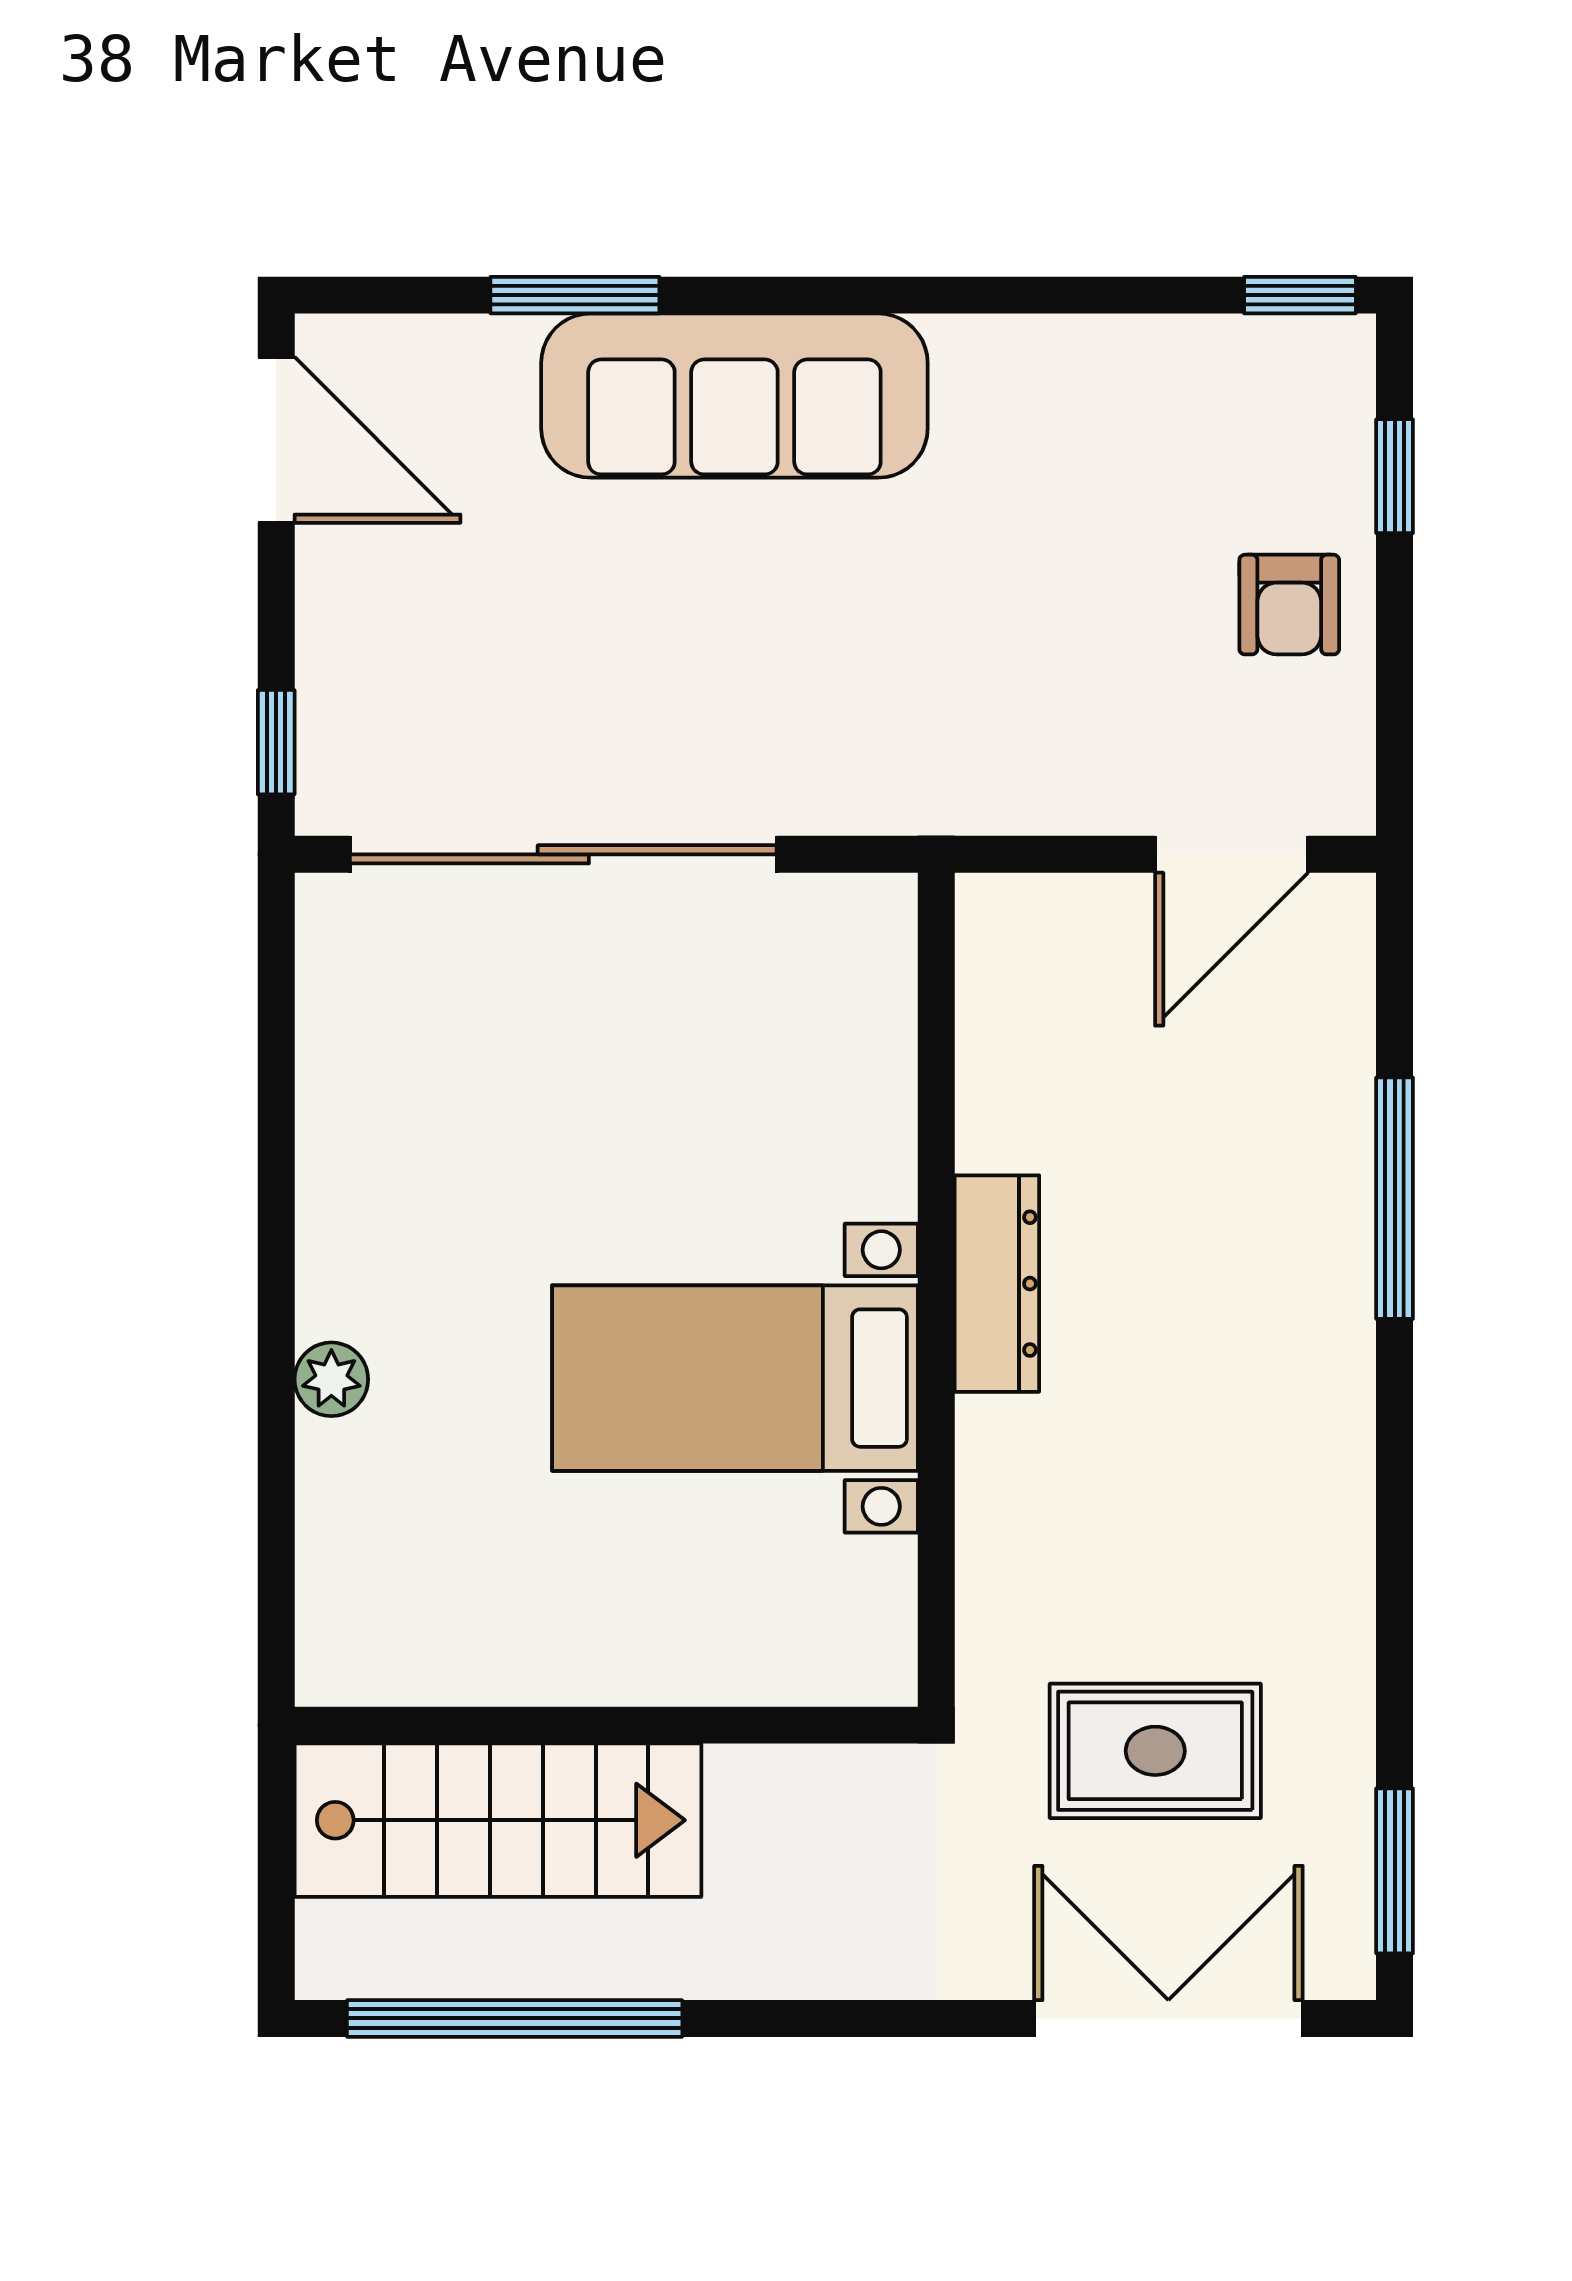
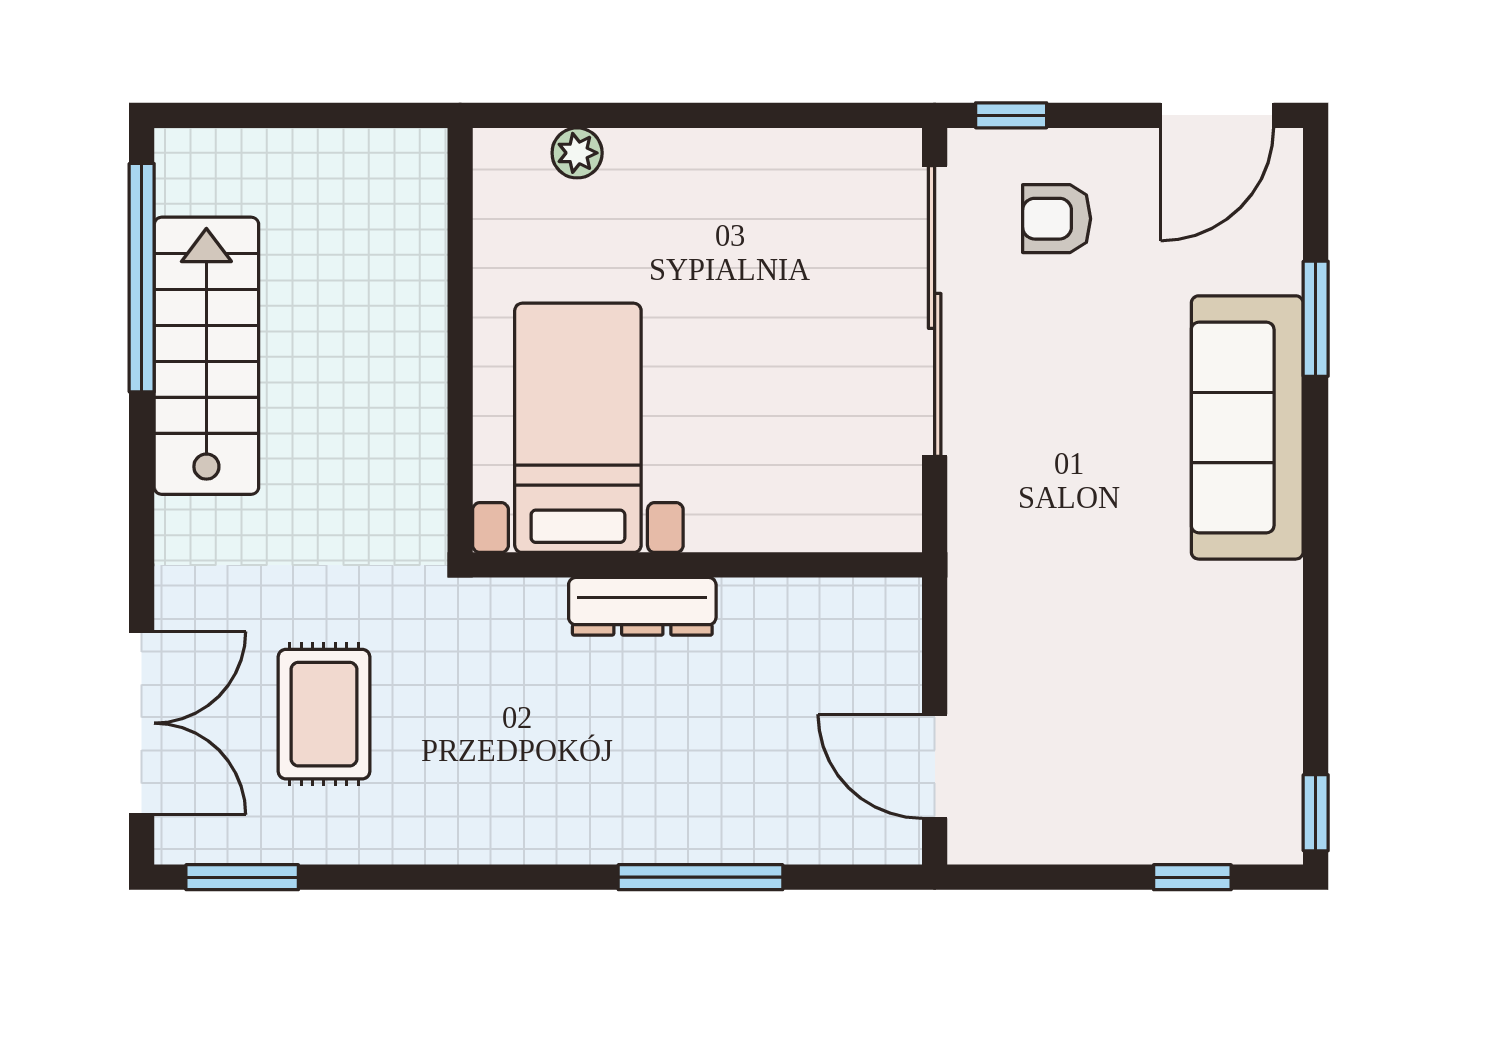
armchair: (1289, 605) -> (1057, 219), moved
wall: (606, 1725) -> (460, 340), moved
stairs: (498, 1820) -> (206, 356), moved, turned 180

